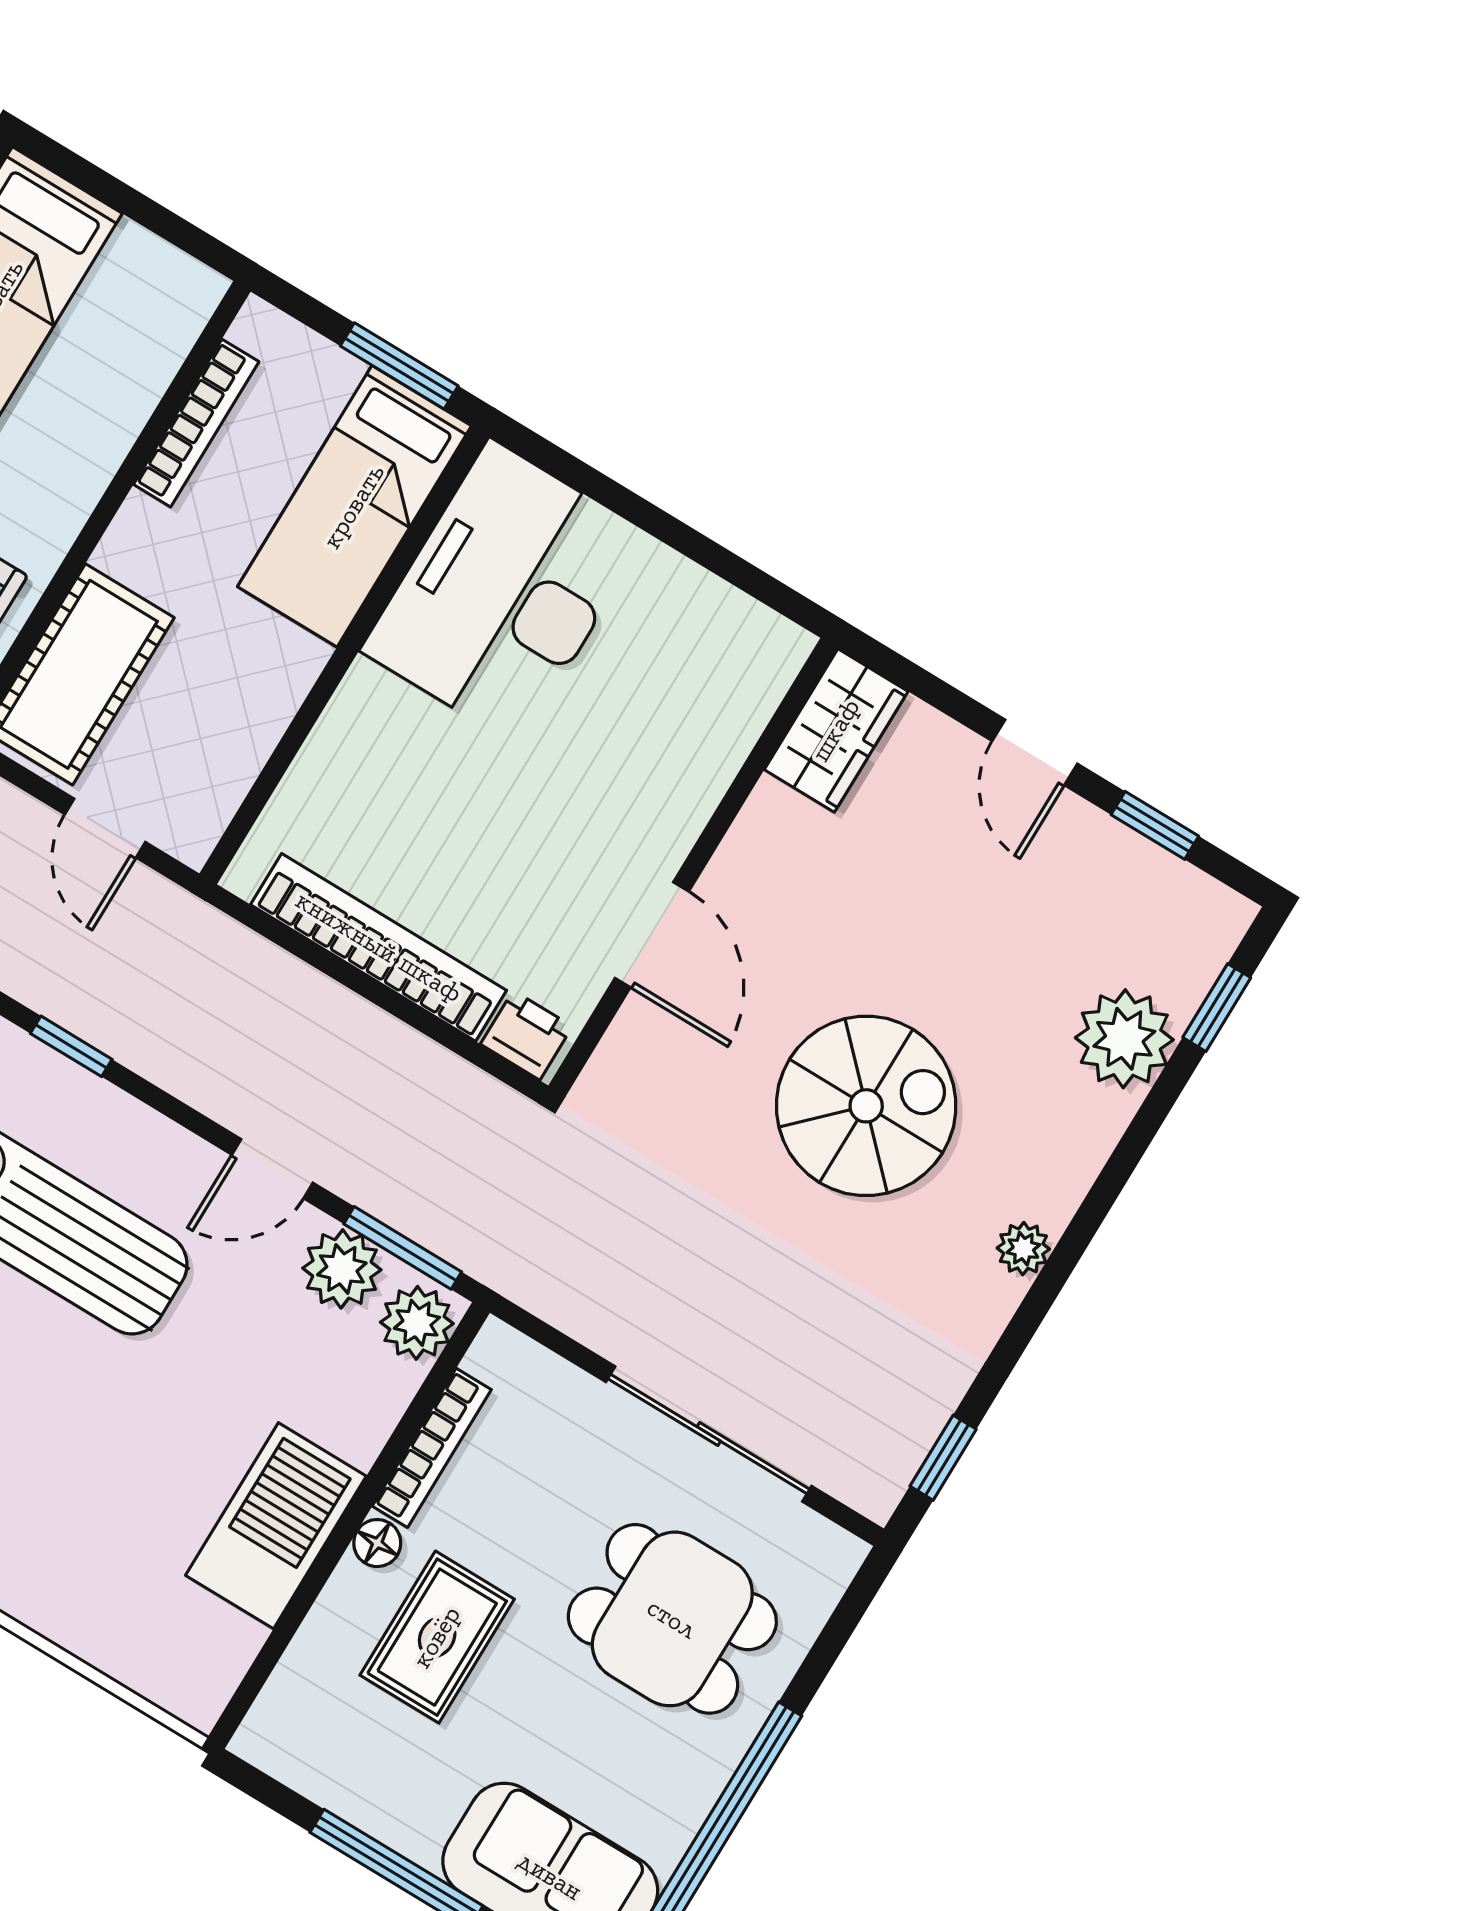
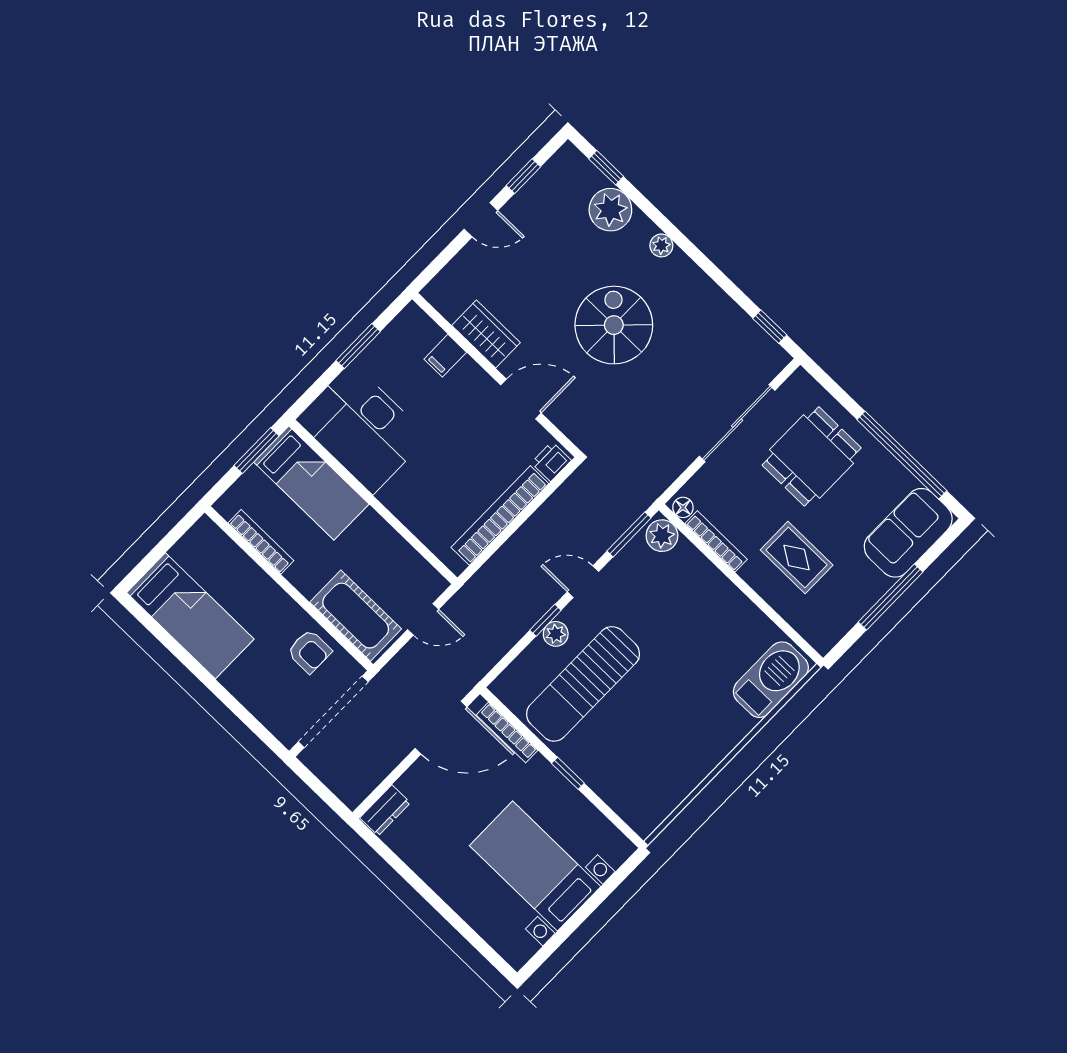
window: (687, 541) -> (358, 346), added
wardrobe: (836, 730) -> (486, 334), moved
filing cabinet: (710, 742) -> (445, 356), added
window: (71, 1046) -> (545, 620), moved
door: (272, 1169) -> (583, 582), swing flipped
plant: (1023, 1249) -> (661, 245), moved
plant: (342, 1269) -> (556, 634), moved, width x0.73, depth x0.73
barbecue: (276, 1526) -> (771, 680), moved, turned 90
floor lamp: (377, 1543) -> (683, 507), moved

